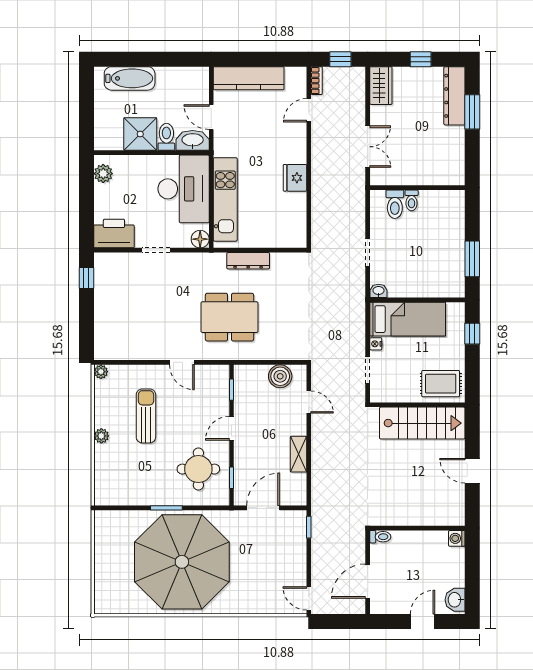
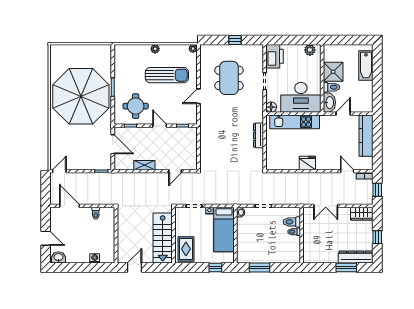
window: (86, 278) -> (235, 40), moved
dining table: (230, 317) -> (229, 78), moved
boiler: (280, 376) -> (190, 154), removed
sun lounger: (146, 416) -> (167, 75), width x1.36, depth x1.34
wall: (417, 528) -> (116, 235), moved

